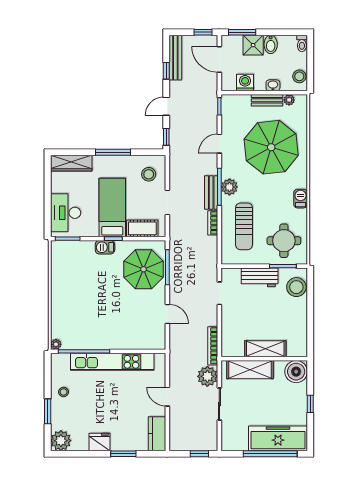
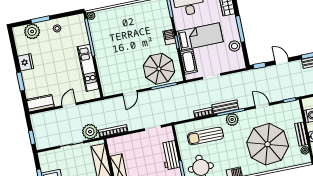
stool: (149, 174) -> (234, 46), moved
kitchen unit: (112, 362) -> (88, 68), width x0.73
plant: (61, 441) -> (32, 31), moved

